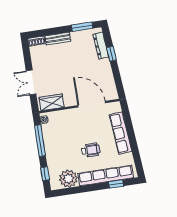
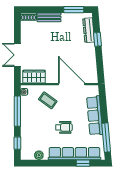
coffee table: (70, 125) -> (48, 100), added
window: (136, 154) -> (106, 138), added
plant: (68, 179) -> (39, 155), width x0.53, depth x0.53

